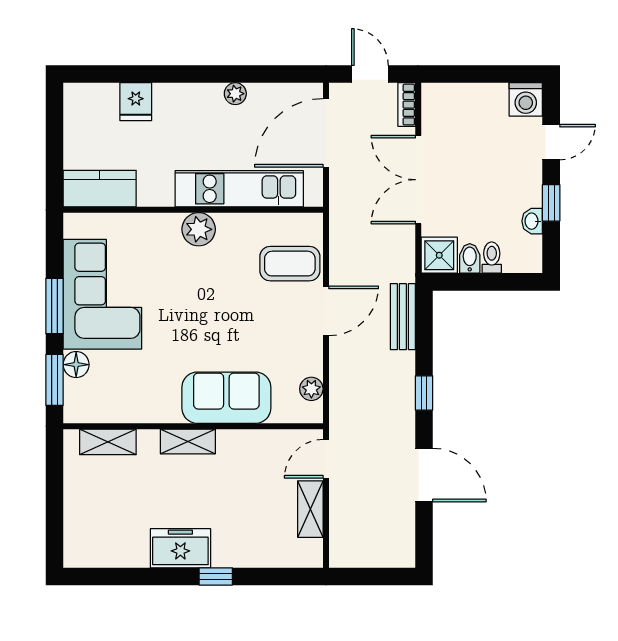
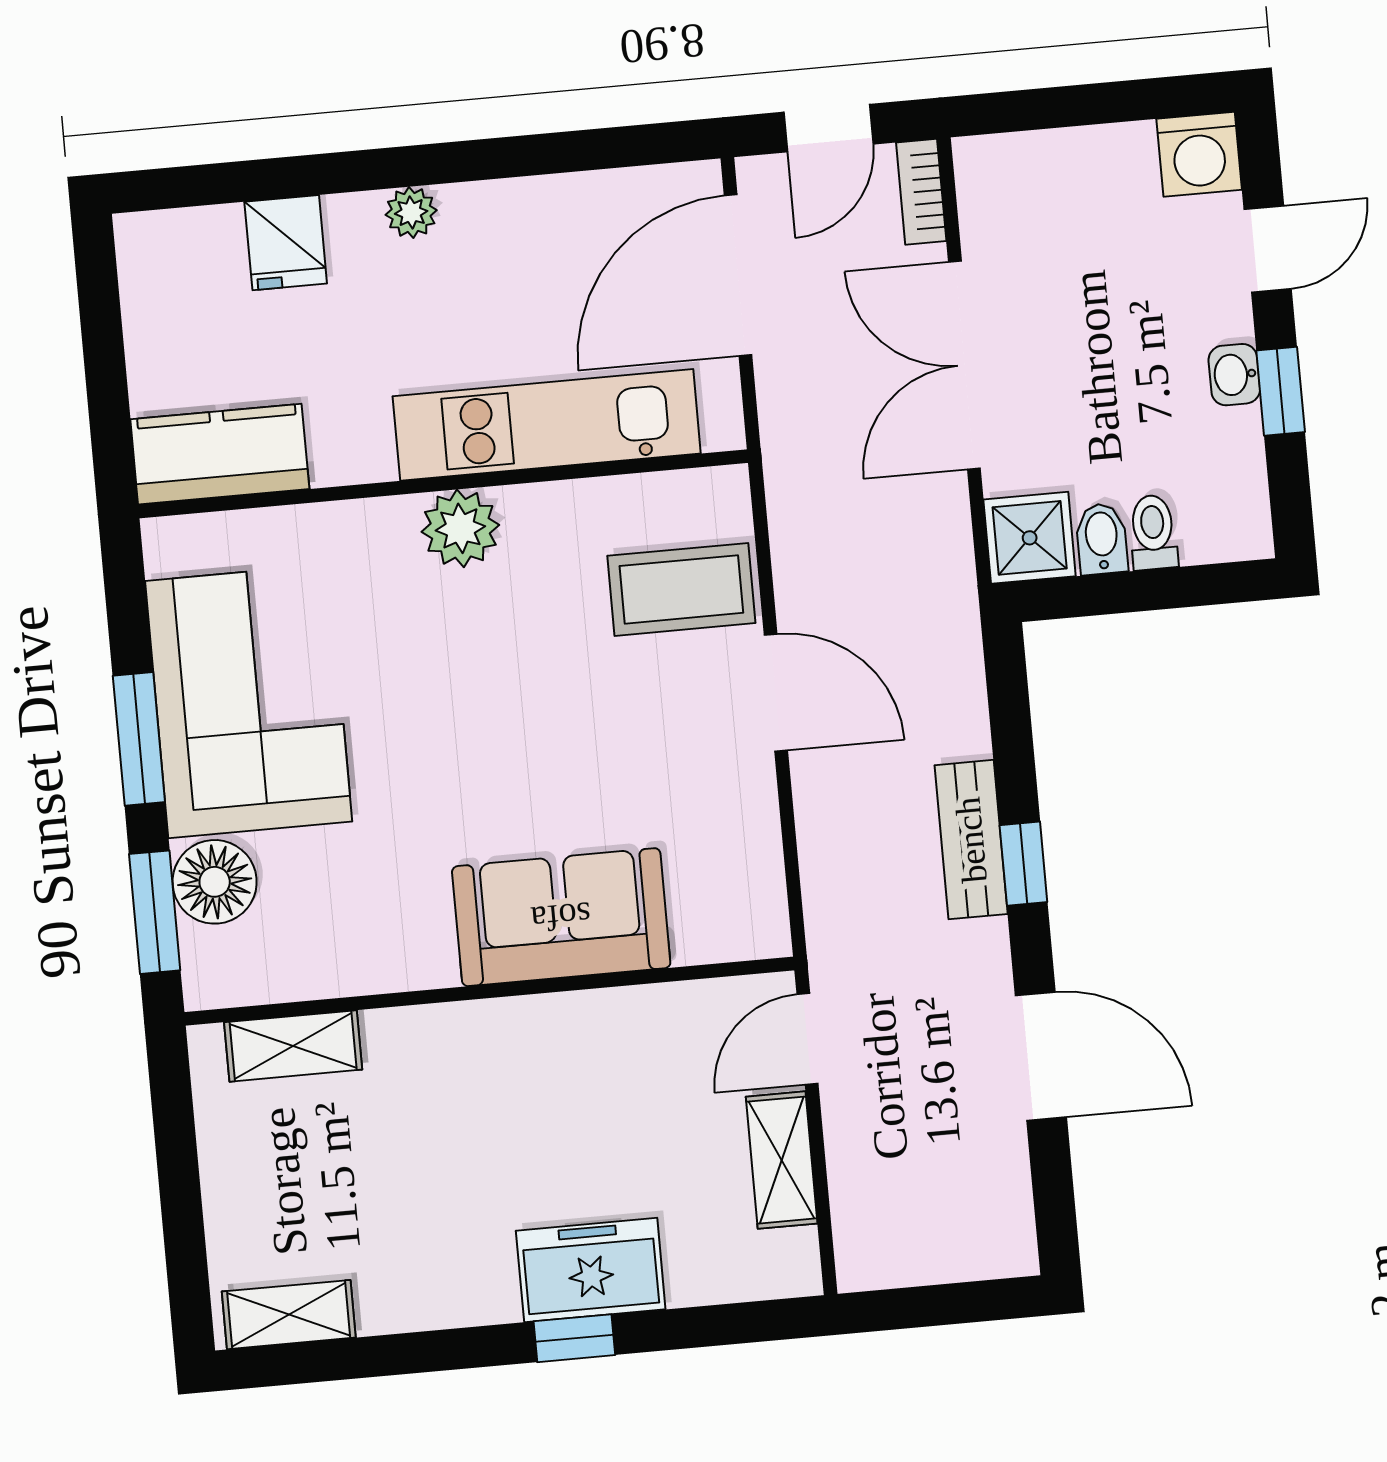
door: (370, 74) -> (829, 128), swing flipped
plant: (235, 94) -> (411, 212), moved
washbasin: (532, 221) -> (1234, 375), moved
door: (326, 311) -> (776, 693), hinge flipped
bench: (403, 317) -> (971, 840), moved
floor lamp: (76, 365) -> (215, 882), width x1.38, depth x1.38
plant: (311, 389) -> (758, 878), removed
shelving: (188, 442) -> (289, 1315), moved
freezer: (180, 548) -> (591, 1270), moved

